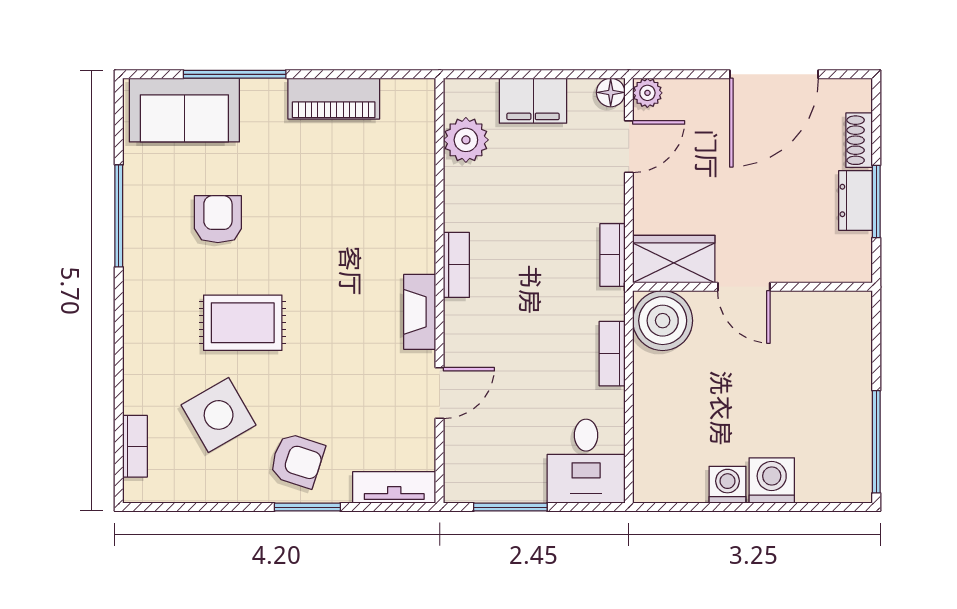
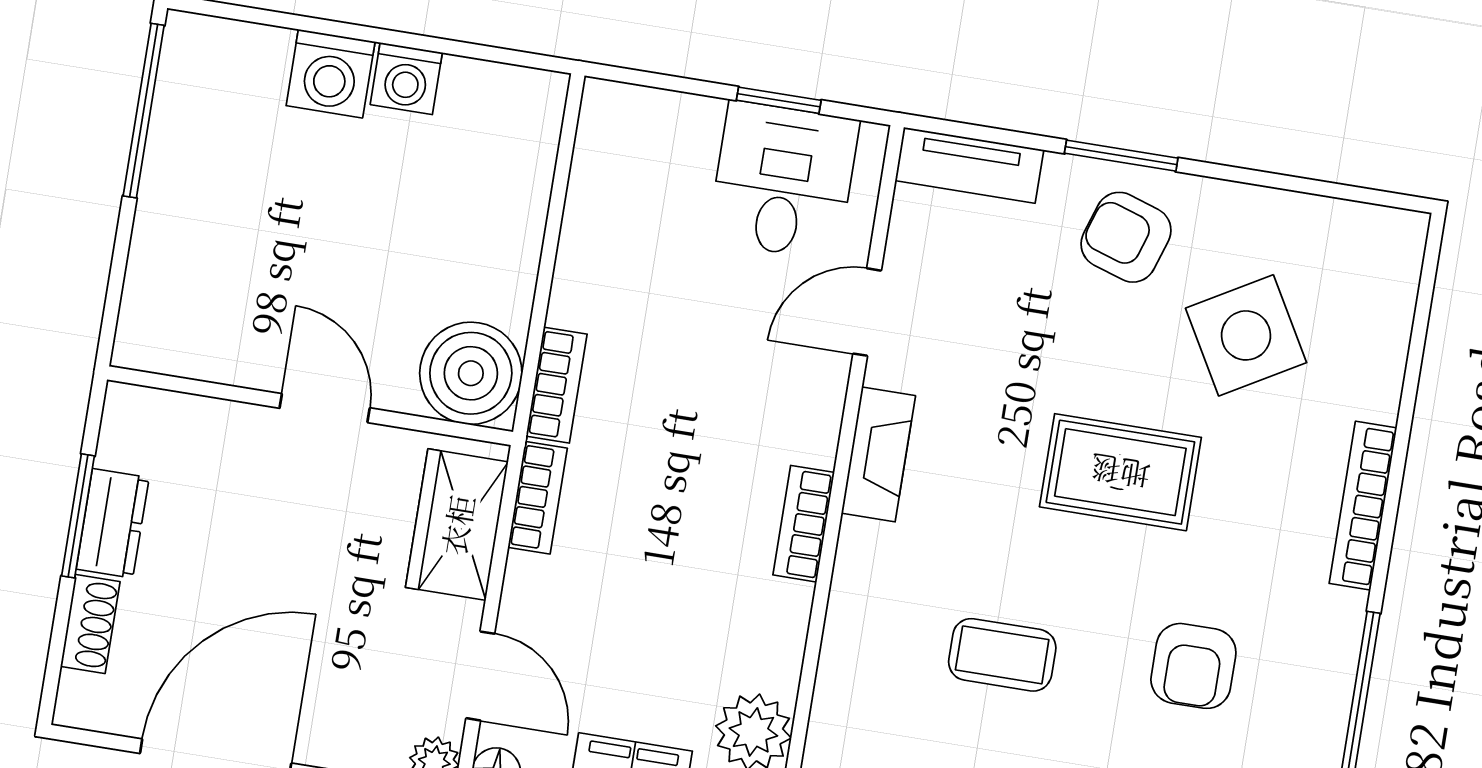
door: (629, 147) -> (480, 676), swing flipped
coffee table: (329, 208) -> (1002, 655), added
wardrobe: (674, 259) -> (457, 525), moved, turned 90
rug: (243, 323) -> (1120, 472), moved
bookcase: (612, 354) -> (556, 385), moved
bookcase: (135, 446) -> (1363, 506), moved, width x1.56
desk: (586, 461) -> (783, 180), moved
window: (510, 507) -> (779, 100), width x0.67

